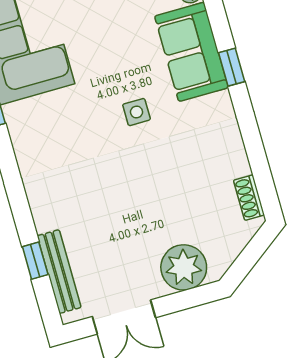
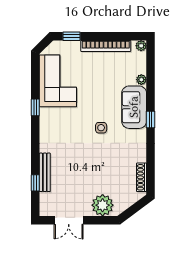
shoe rack: (249, 198) -> (142, 177), width x1.43
bench: (59, 272) -> (45, 172), moved

